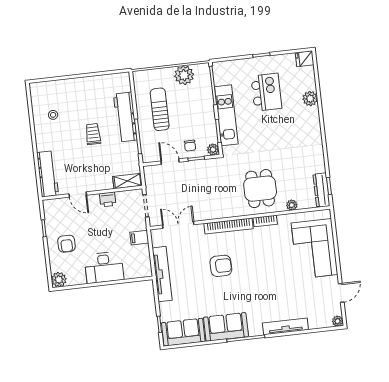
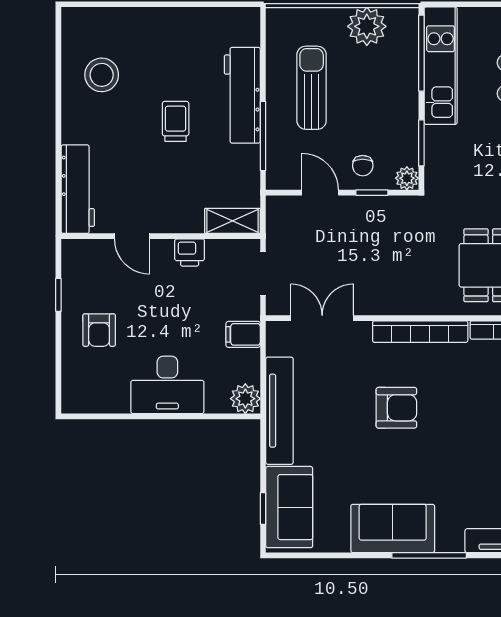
stool: (53, 115) -> (102, 75), width x1.89, depth x1.89
kitchen unit: (226, 115) -> (441, 66), moved
plant: (59, 280) -> (245, 399), moved
sofa: (183, 332) -> (289, 507), moved, turned 90

